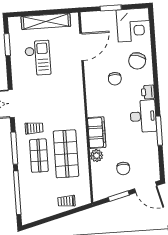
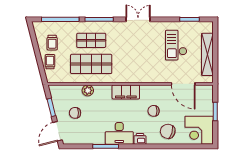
checkout: (38, 58) -> (176, 45), turned 90
trolley: (34, 128) -> (52, 43), moved
filing cabinet: (97, 133) -> (126, 92), moved

